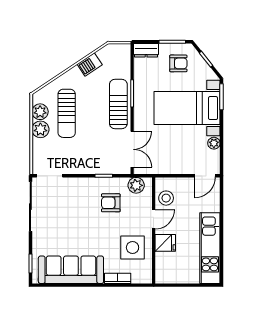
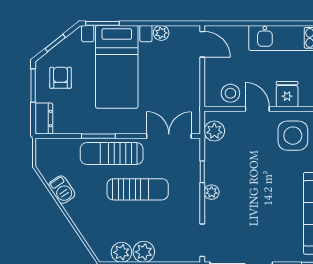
sun lounger: (67, 113) -> (138, 189), moved
plant: (88, 183) -> (212, 192), added
armchair: (111, 203) -> (236, 163), removed

